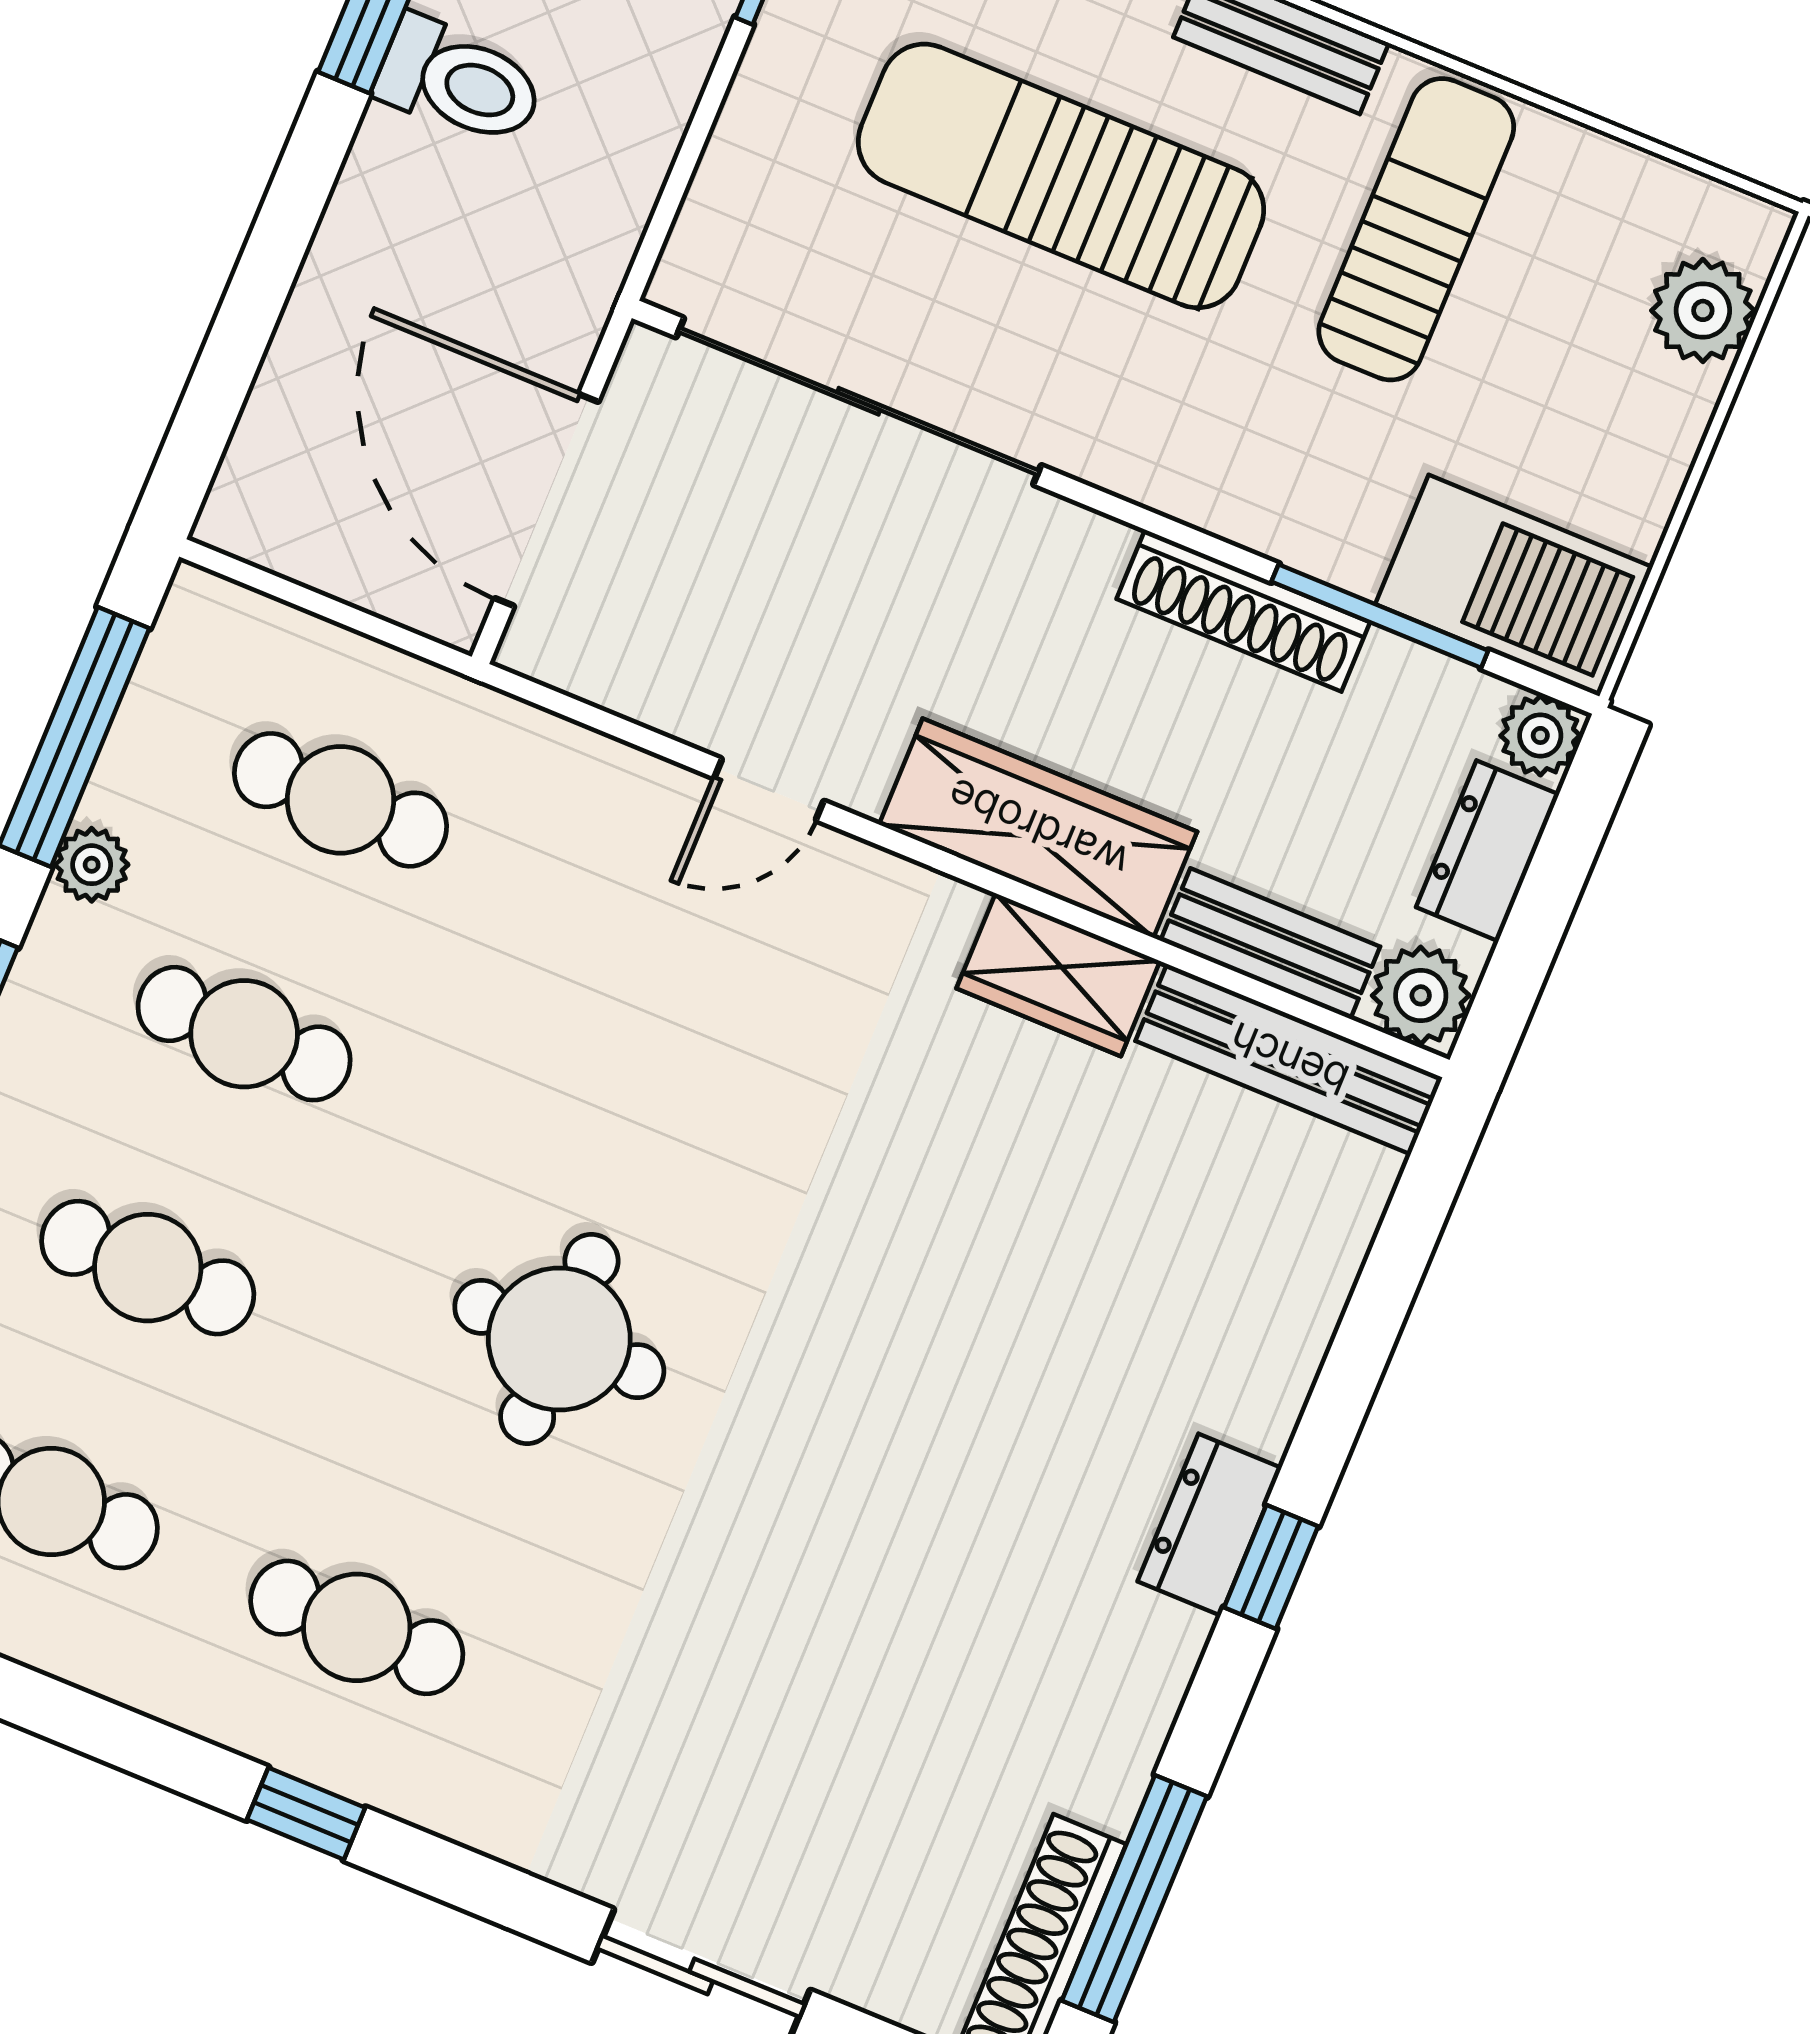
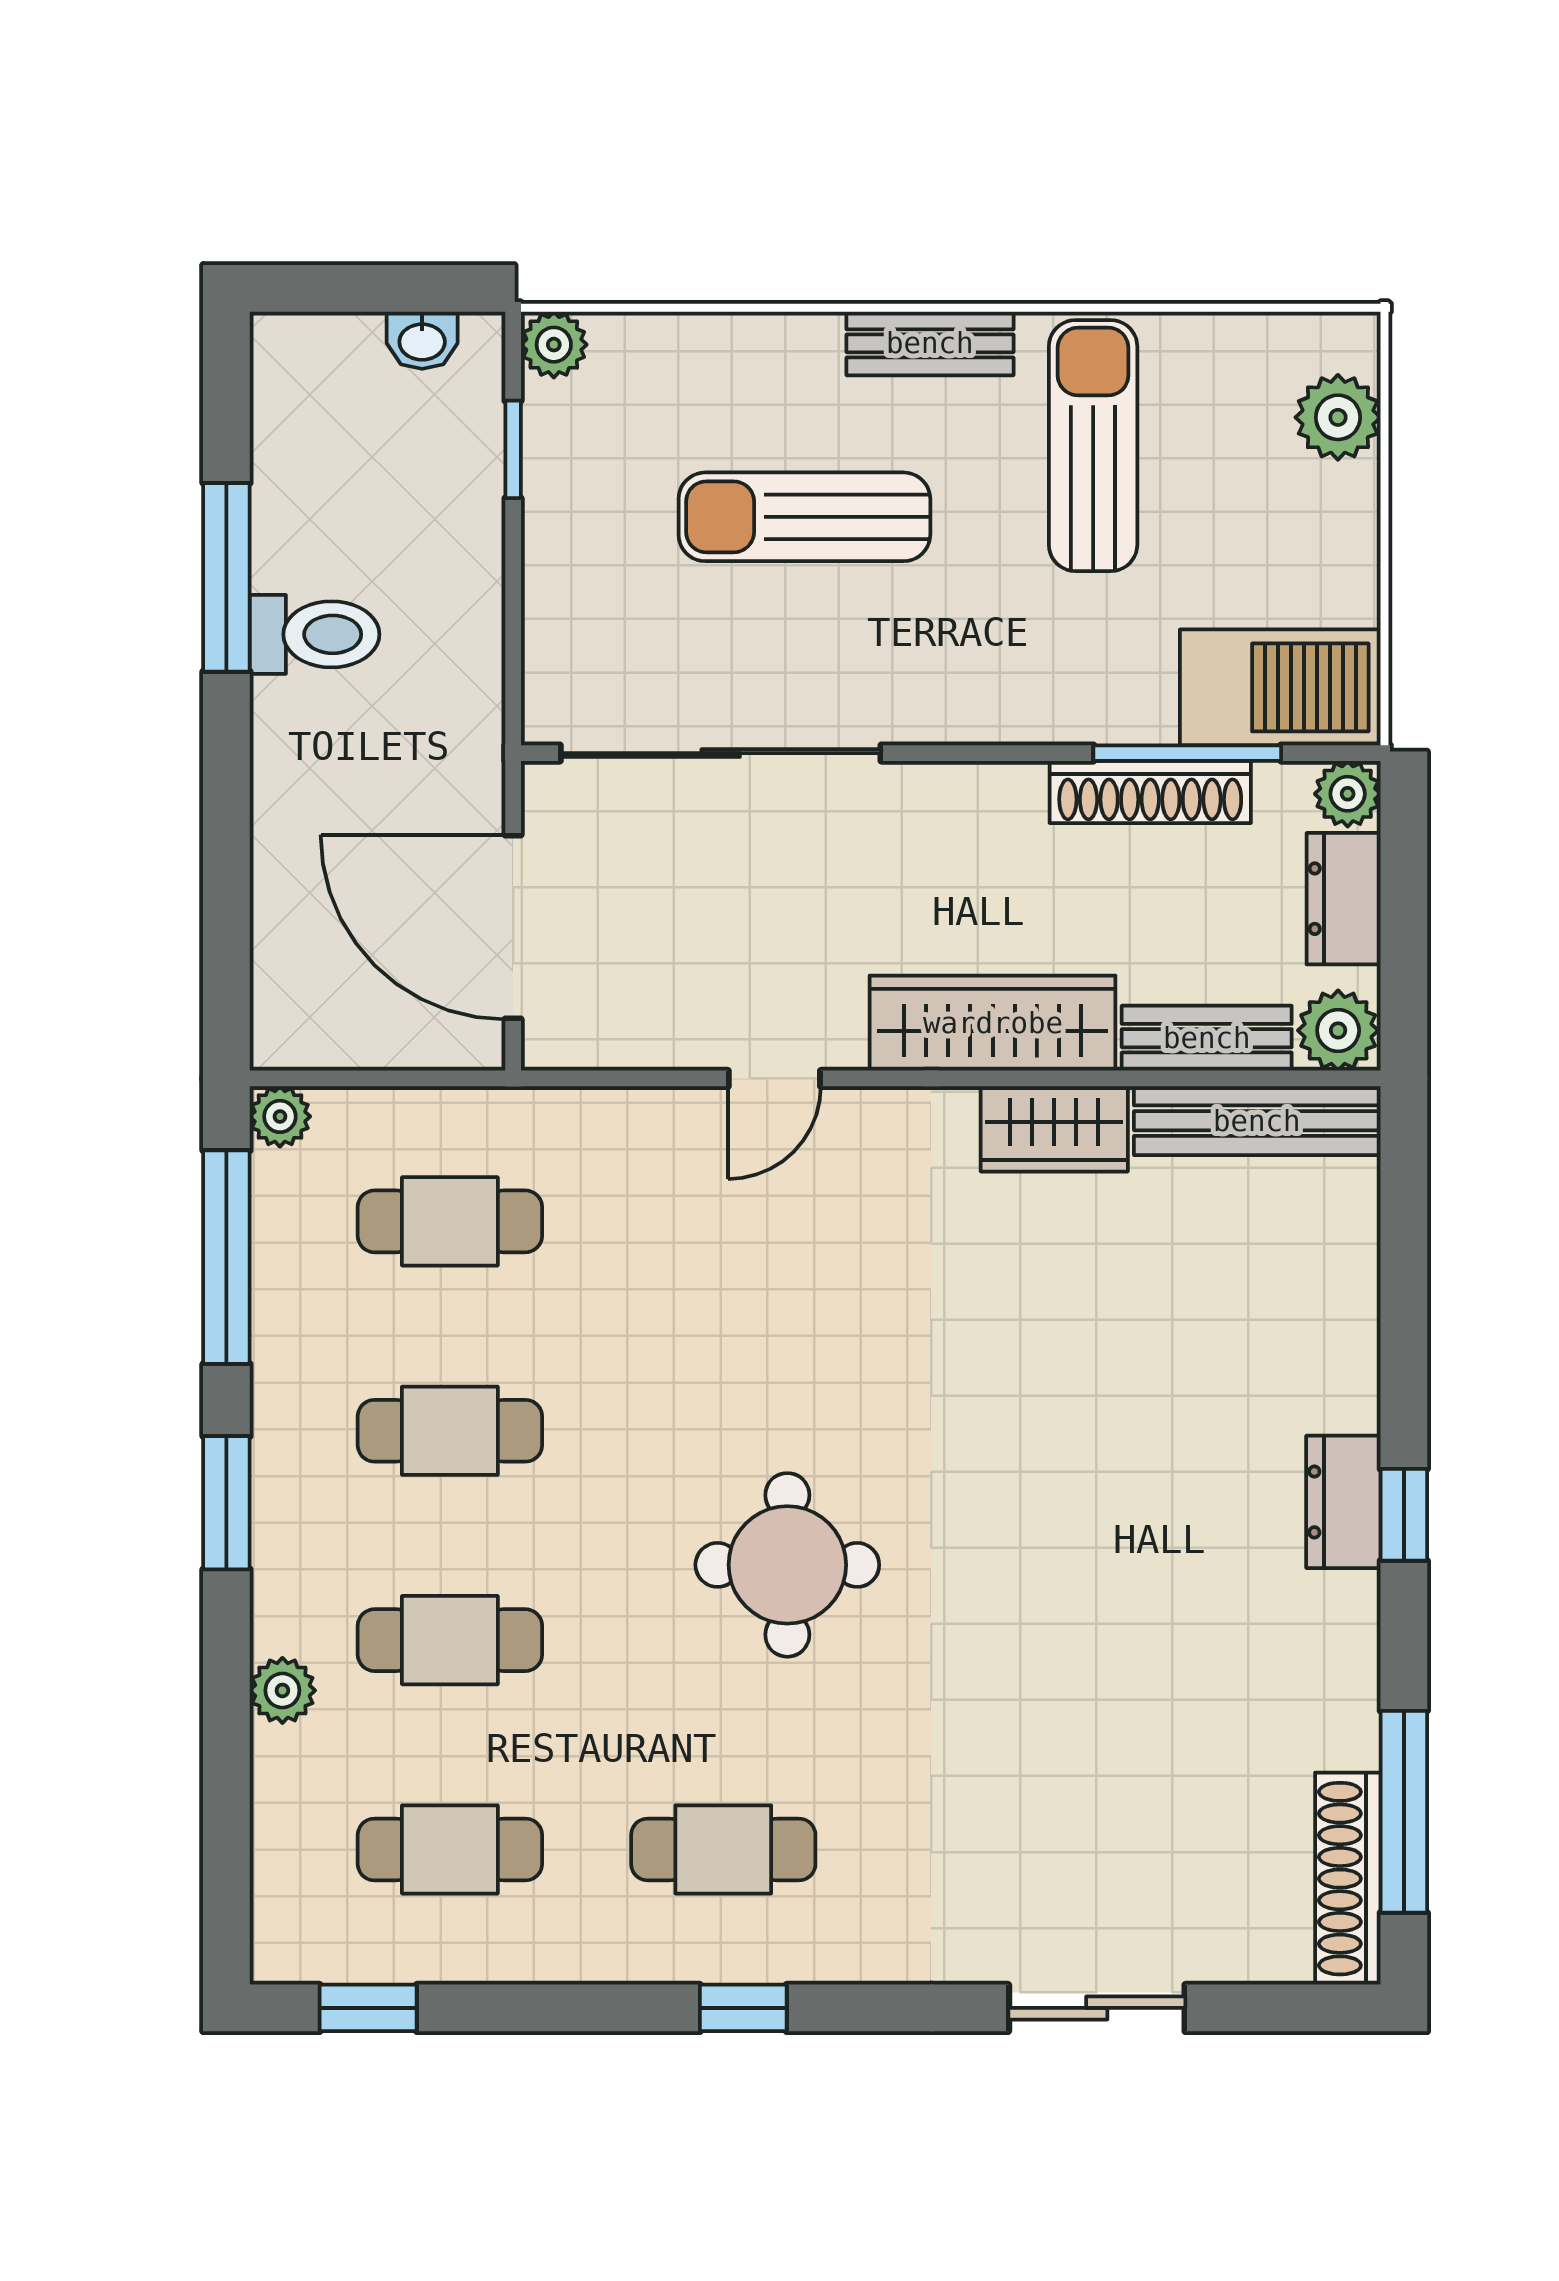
sun lounger: (1061, 176) -> (804, 517), width x0.73, depth x0.75
shoe rack: (1243, 611) -> (1150, 792), moved
plant: (92, 865) -> (280, 1116), moved

